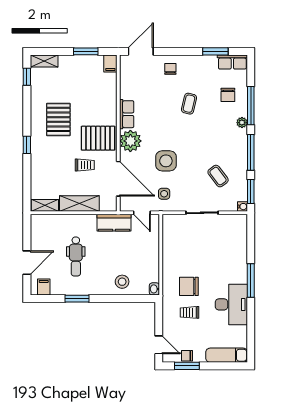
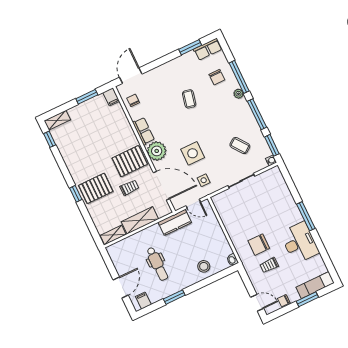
chair: (170, 69) -> (133, 100), moved
pallet: (58, 119) -> (96, 188), moved, turned 90
window: (187, 366) -> (307, 299), moved

